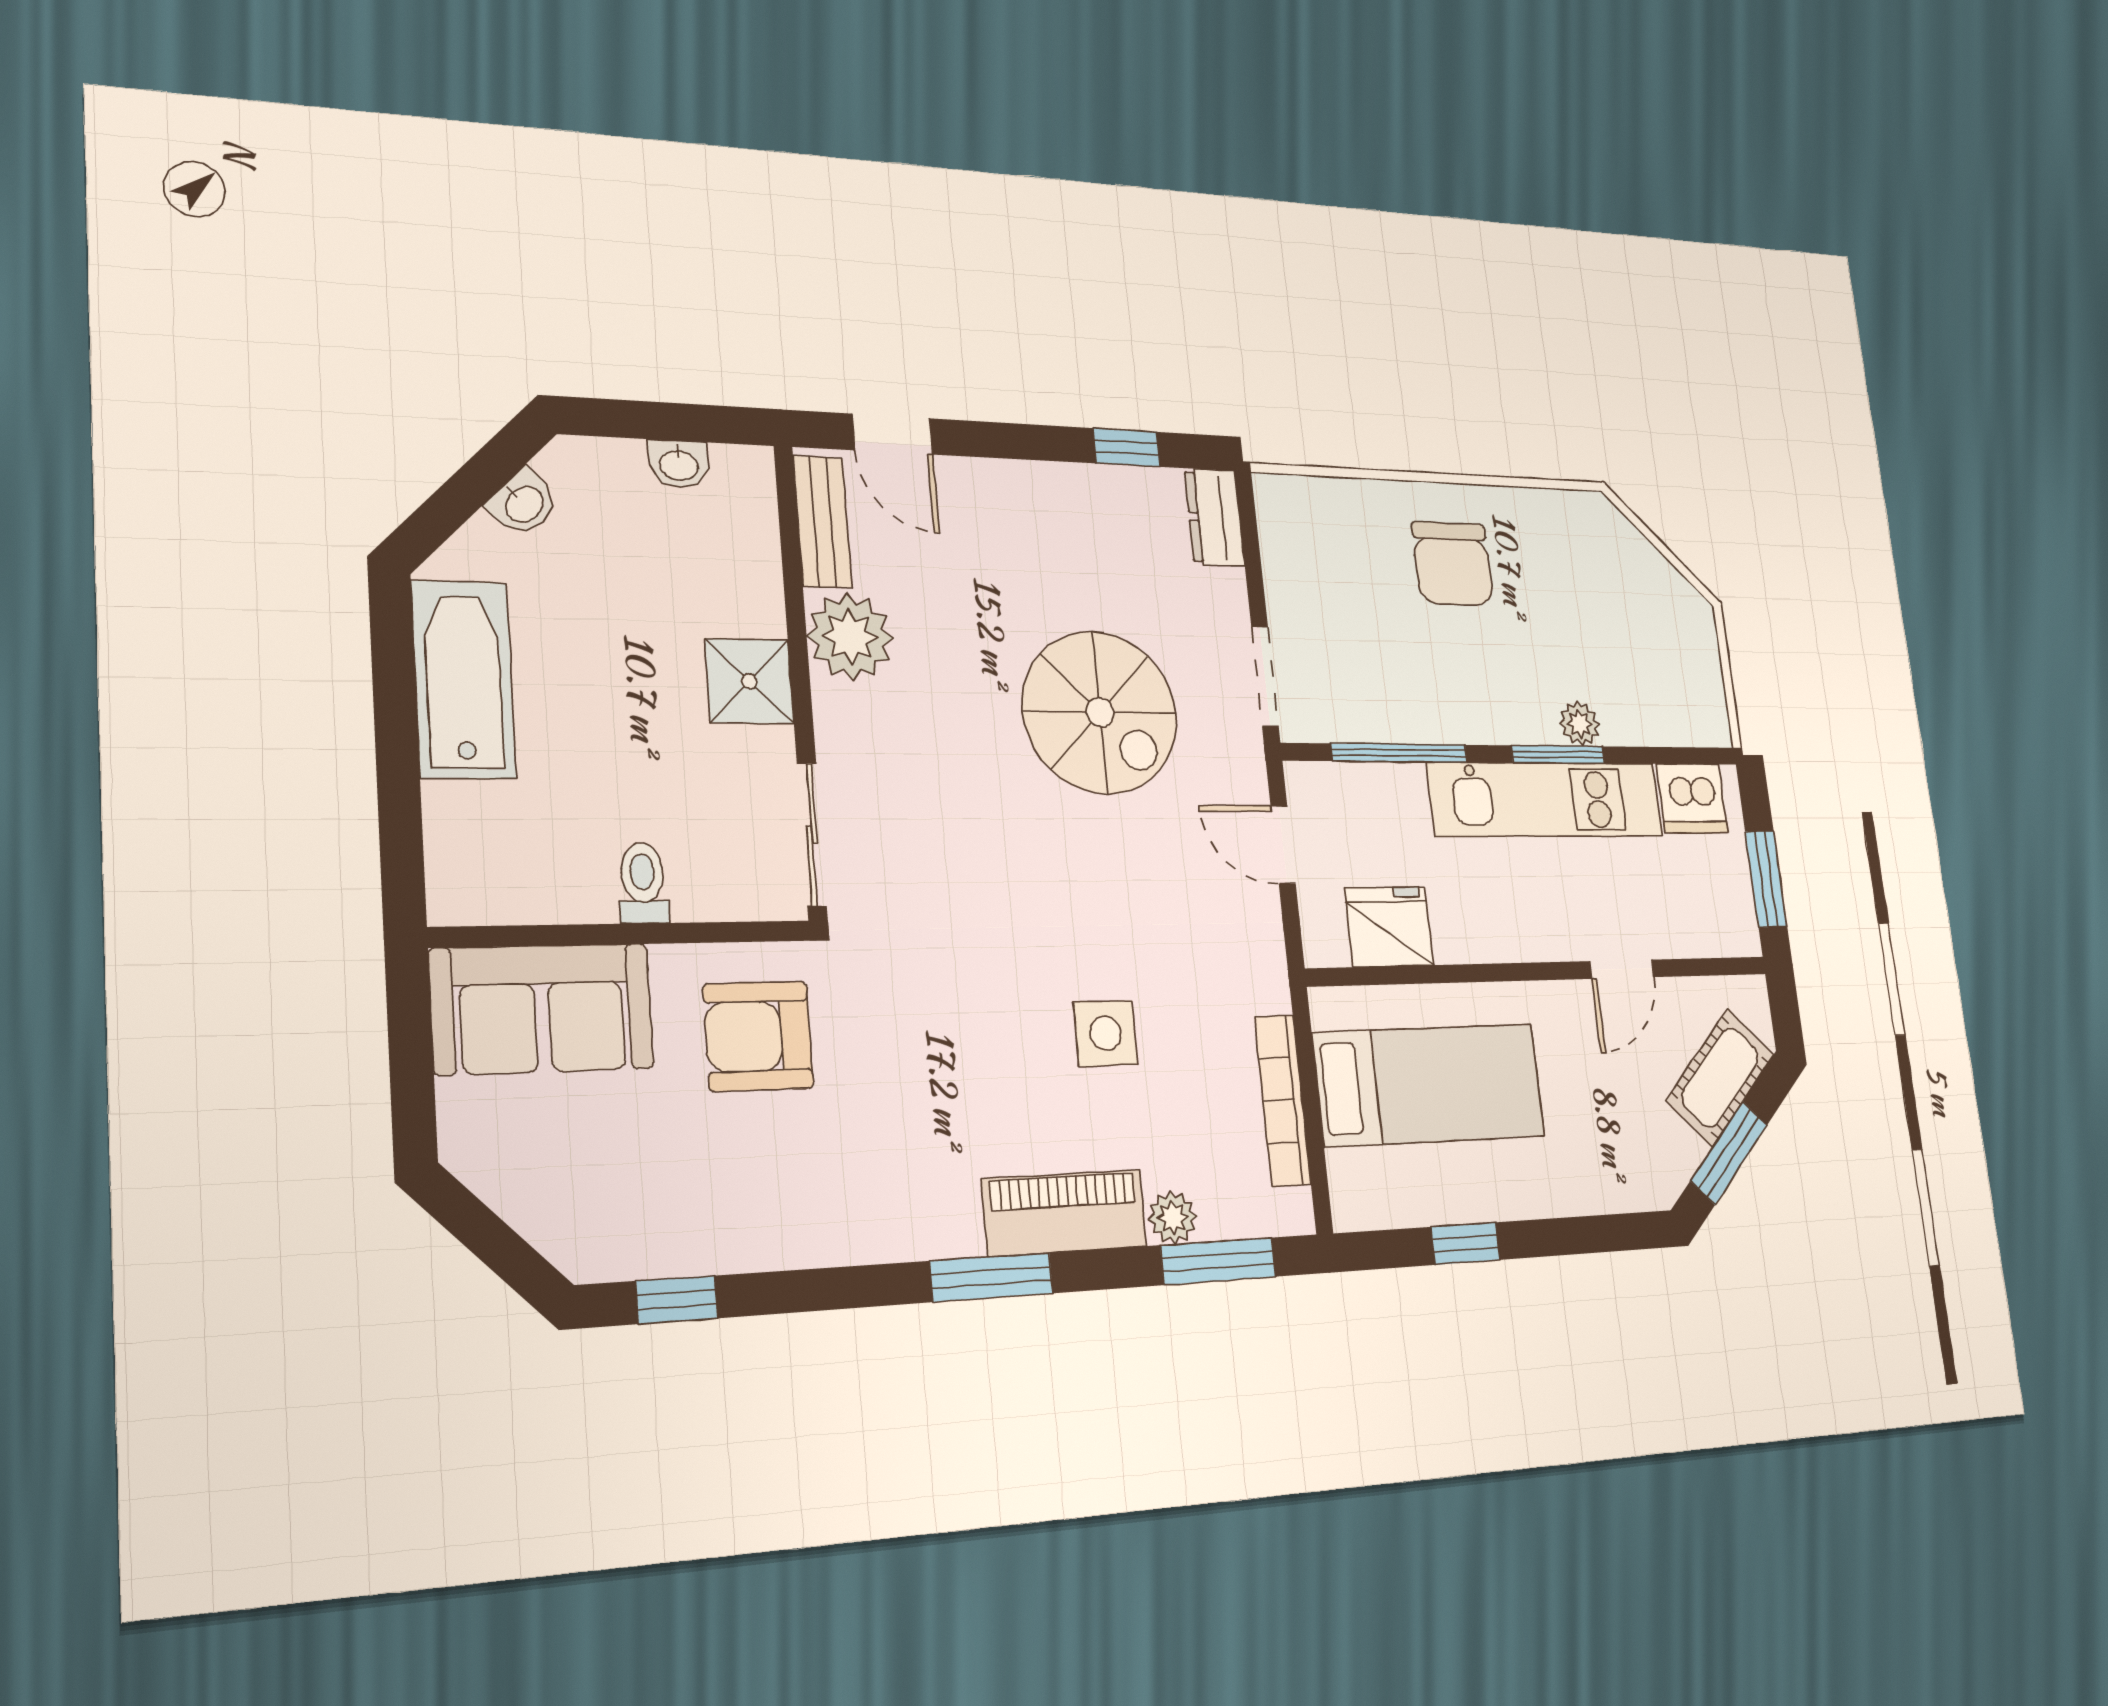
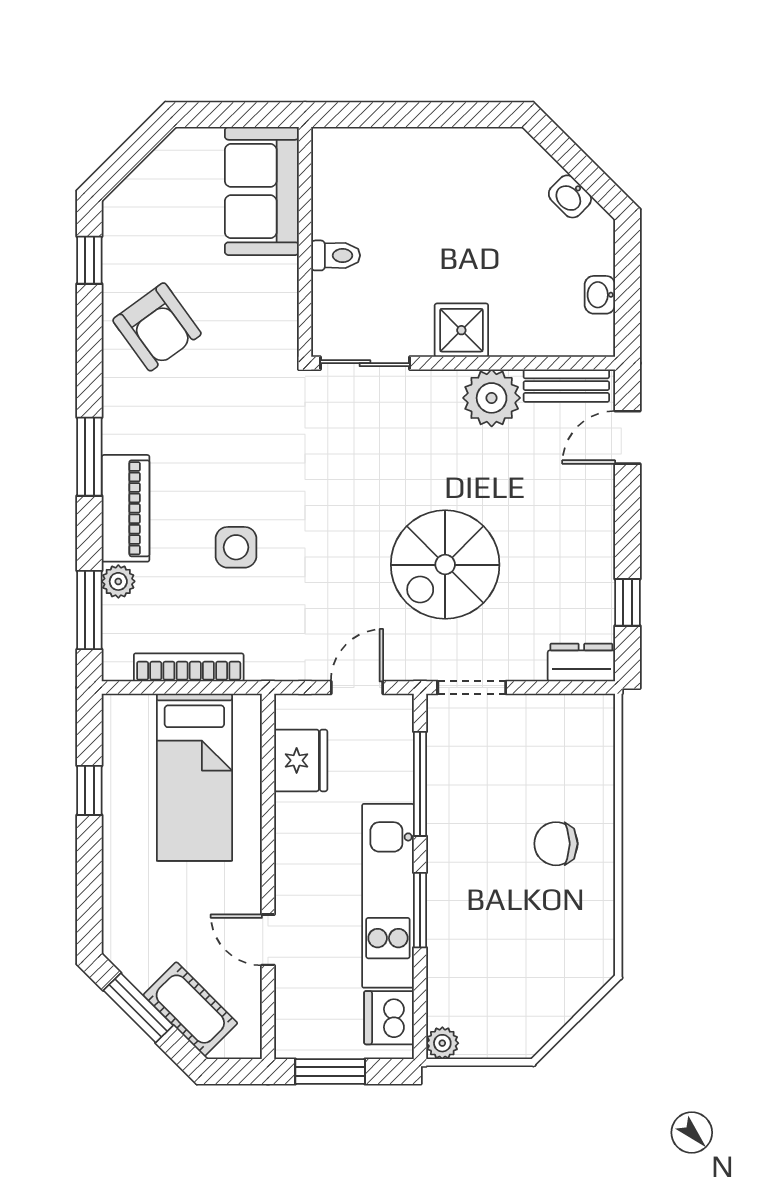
chair: (1453, 563) -> (556, 844), width x0.73, depth x0.73
bathtub: (464, 679) -> (459, 155), removed
plant: (1580, 724) -> (442, 1043), moved
armchair: (758, 1036) -> (157, 327), moved, turned 144

